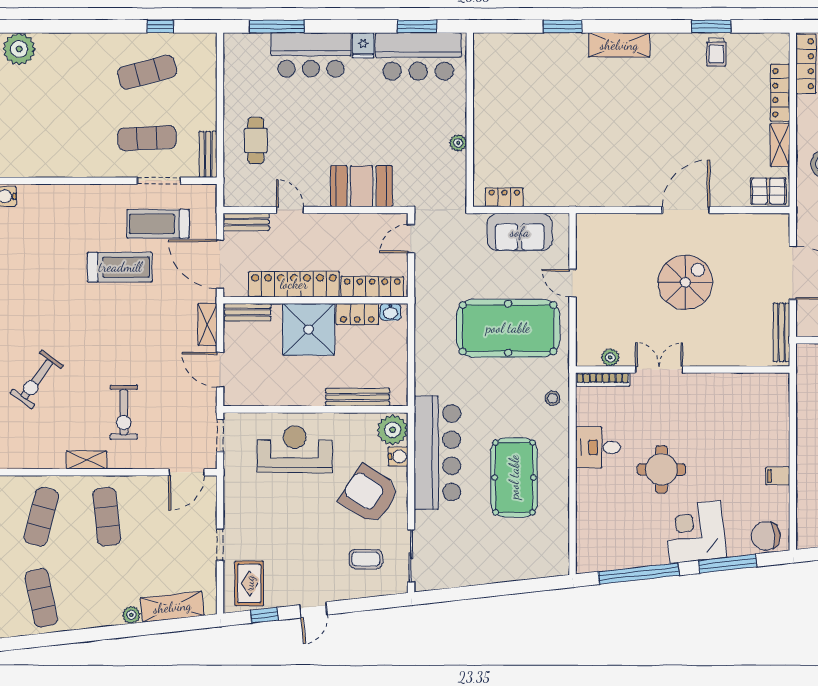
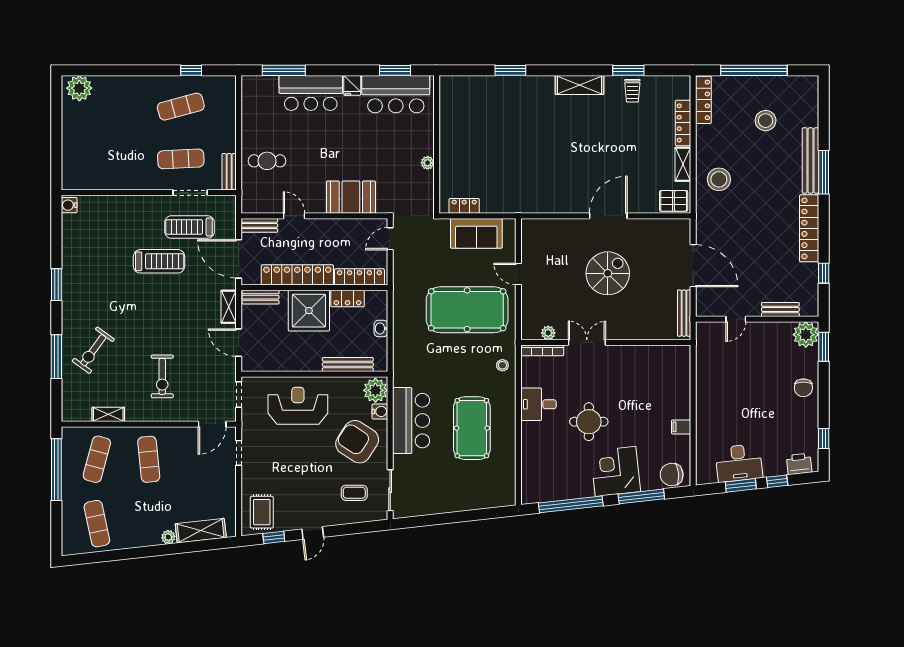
shelving: (619, 45) -> (580, 85), moved
cafe table: (256, 141) -> (267, 161), turned 90
washbasin: (390, 312) -> (381, 328), moved, turned 90
bar counter: (437, 453) -> (411, 421), width x0.73
shelving: (87, 460) -> (108, 414), moved
doorway: (220, 545) -> (239, 453), moved

